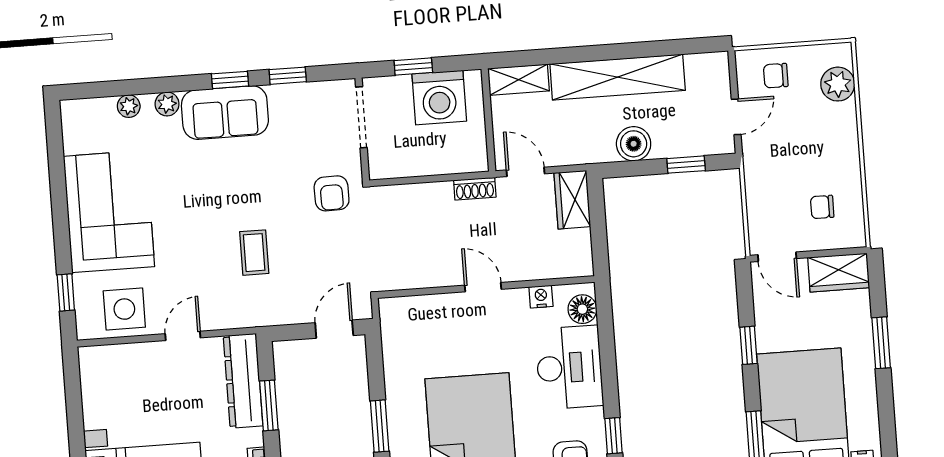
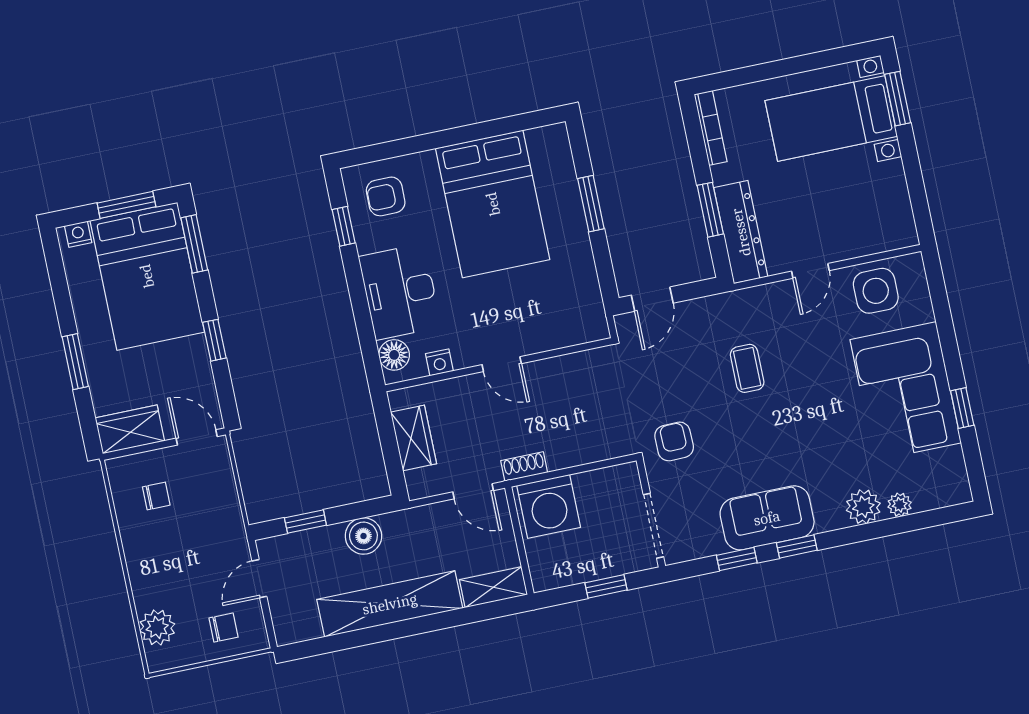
washing machine: (439, 98) -> (549, 506), moved, turned 180
plant: (167, 104) -> (863, 507), width x1.38, depth x1.38
sofa: (225, 113) -> (767, 518), moved
wardrobe: (572, 200) -> (414, 438), moved
window: (66, 292) -> (962, 408), moved

